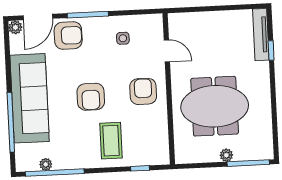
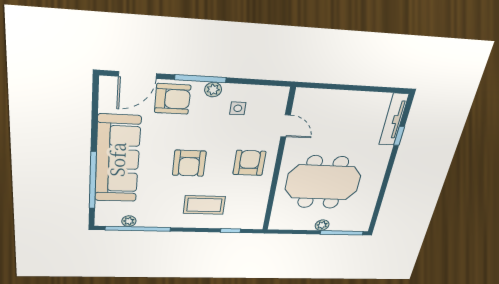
plant: (15, 27) -> (213, 90), moved
coffee table: (111, 141) -> (204, 205), turned 90

